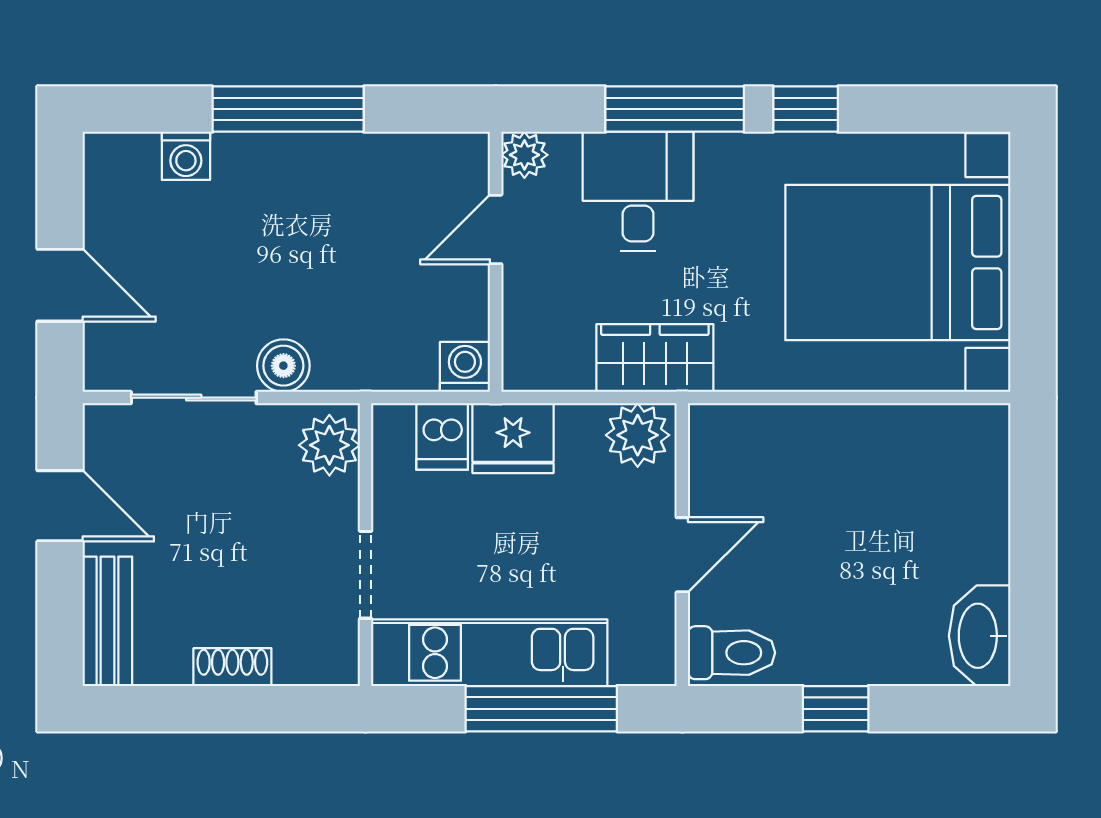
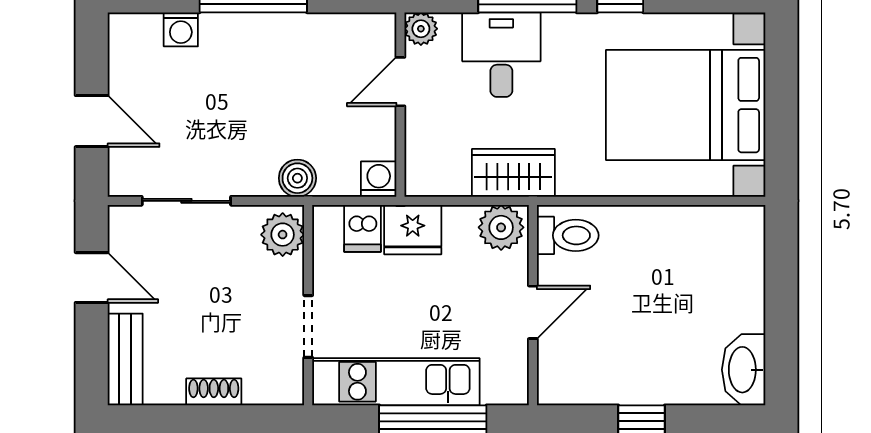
boiler: (283, 366) -> (297, 178), moved
toilet: (732, 653) -> (568, 235), moved

